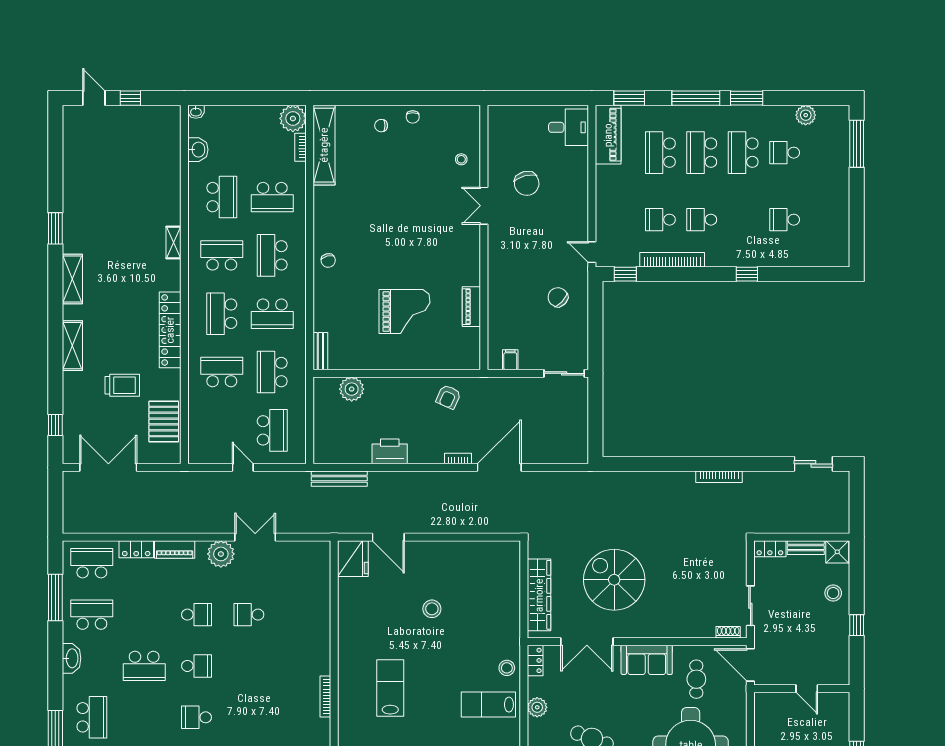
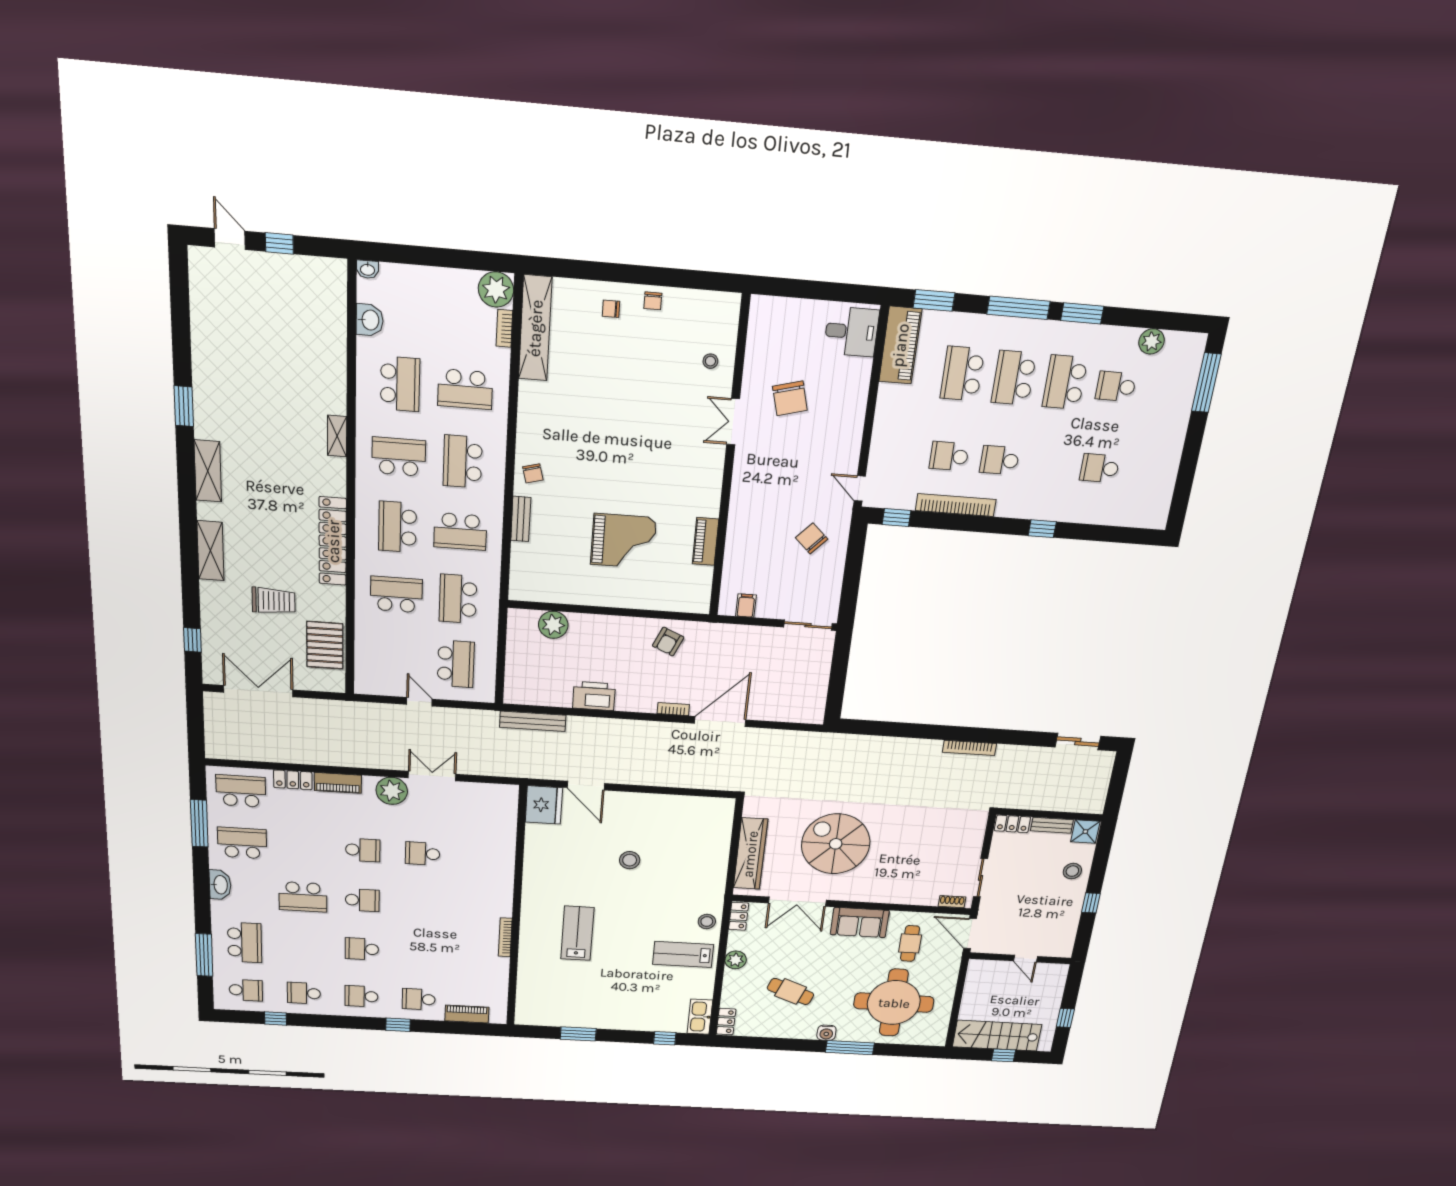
bench: (320, 351) -> (521, 519), moved

